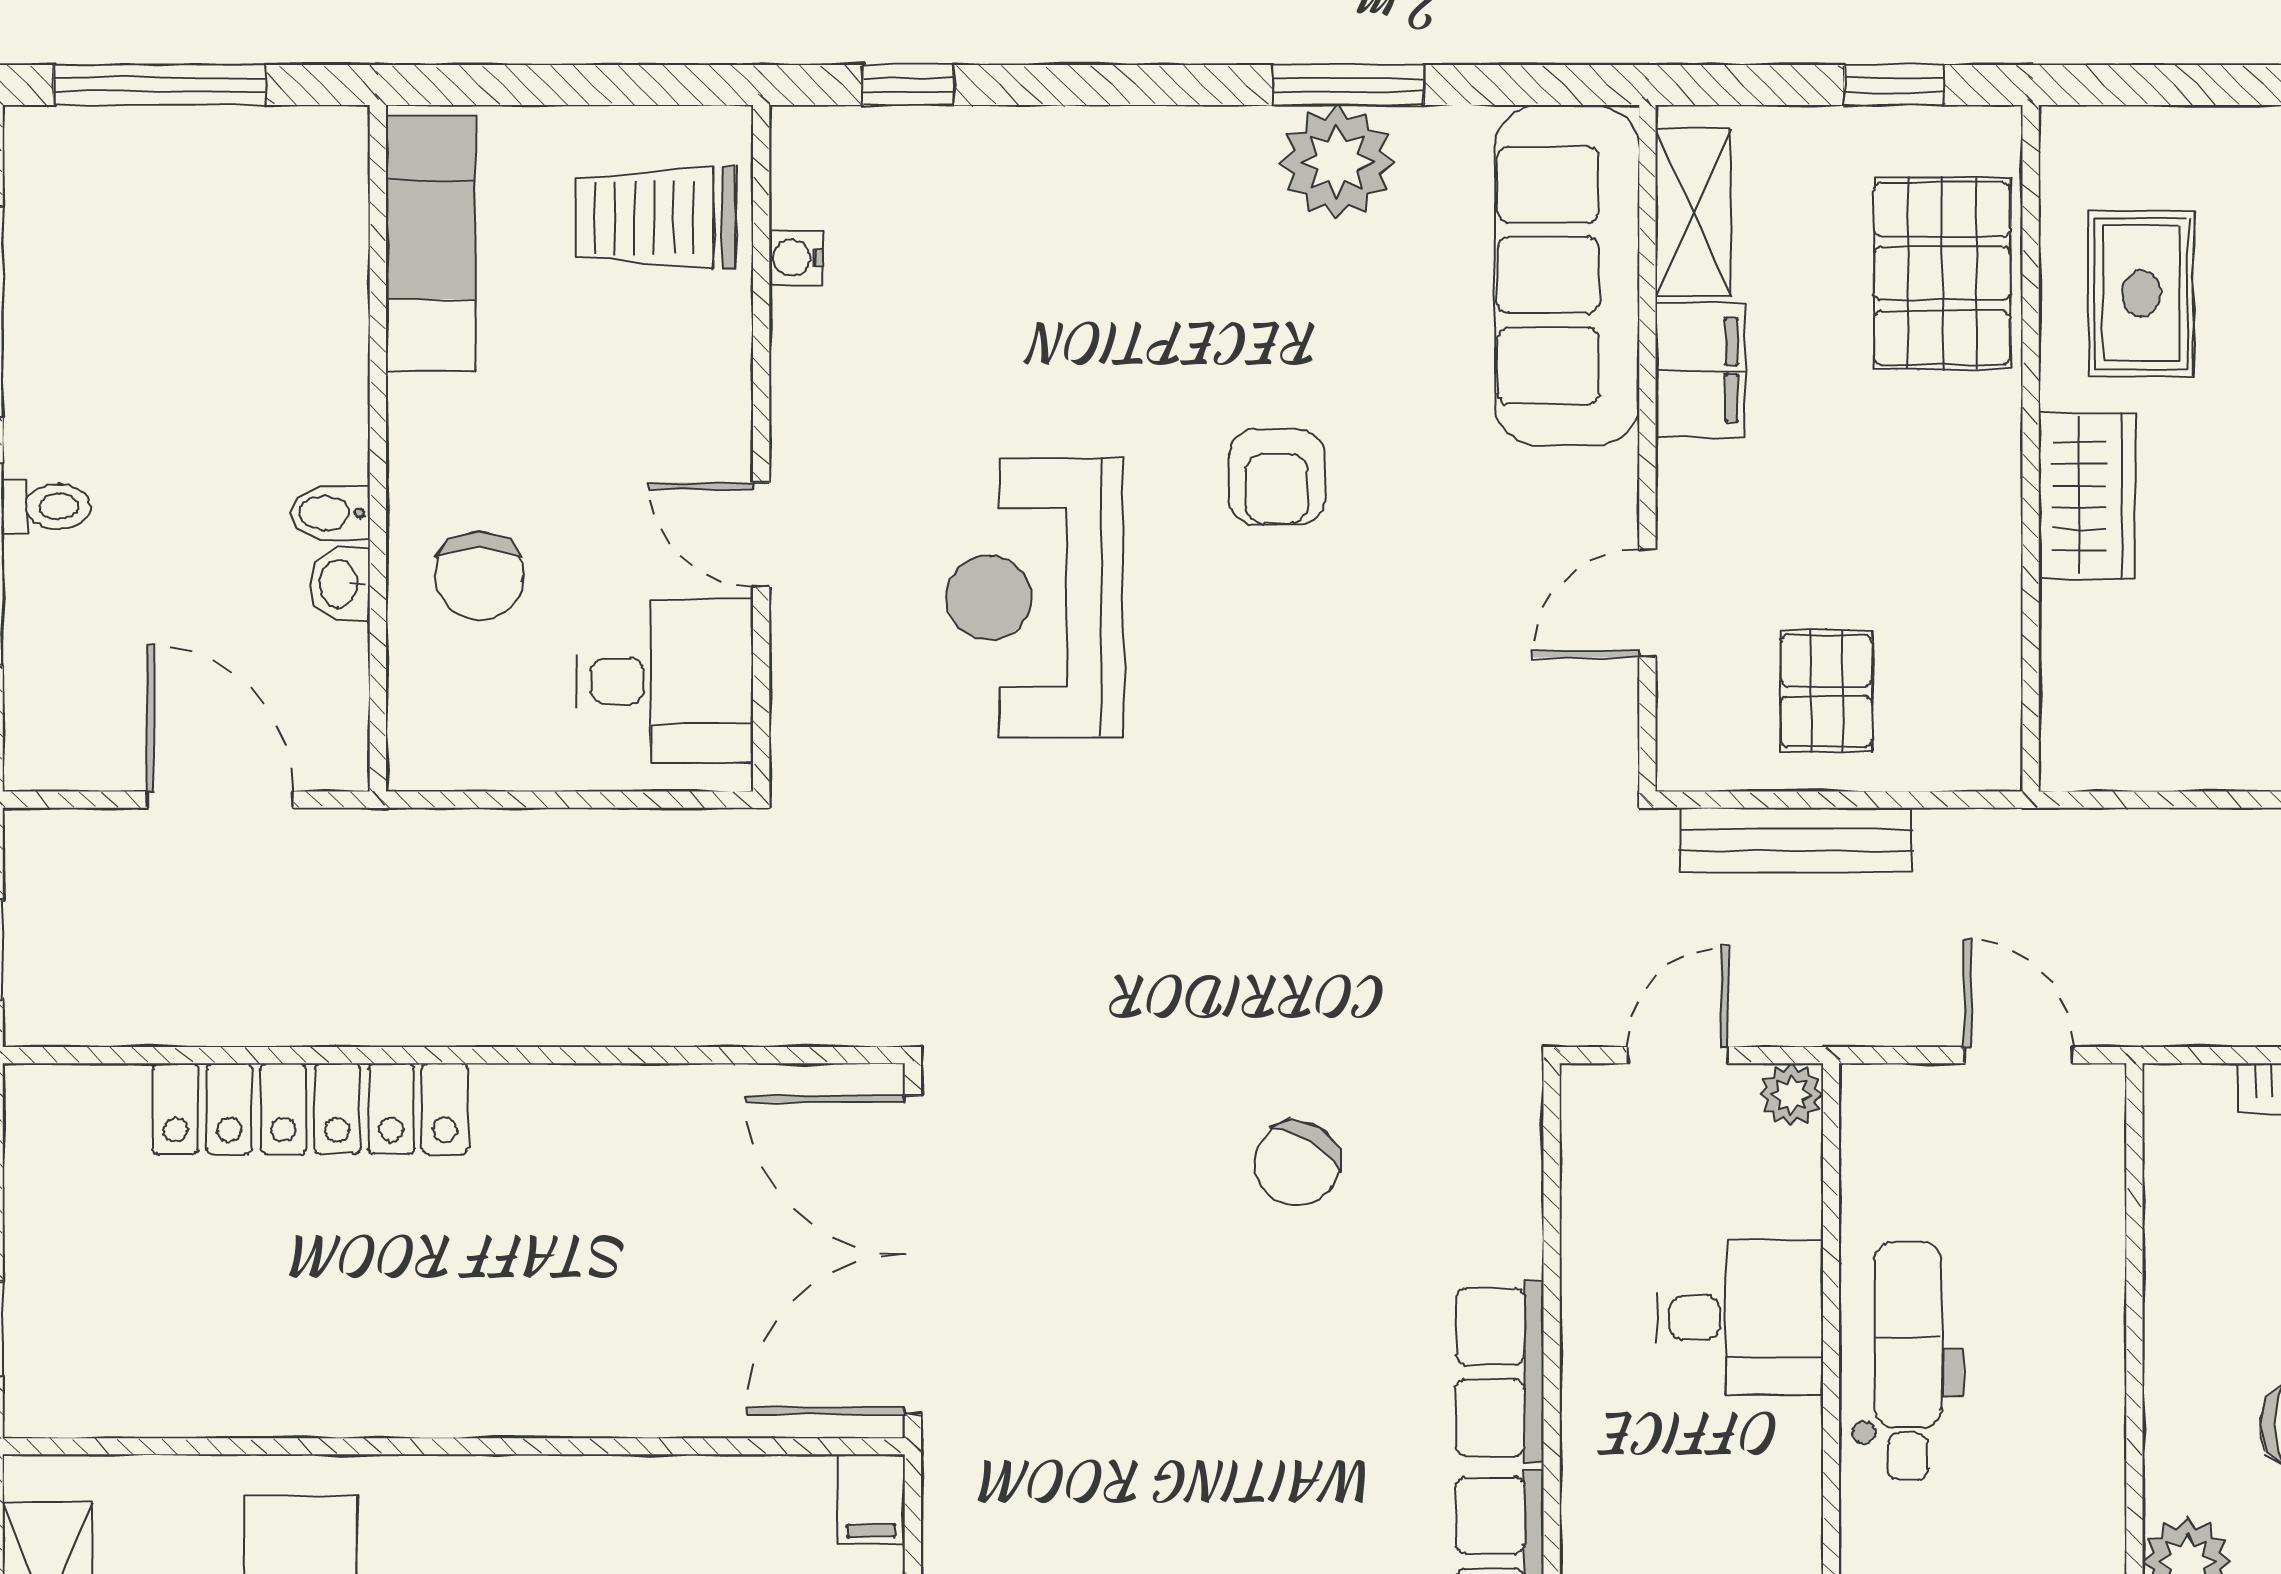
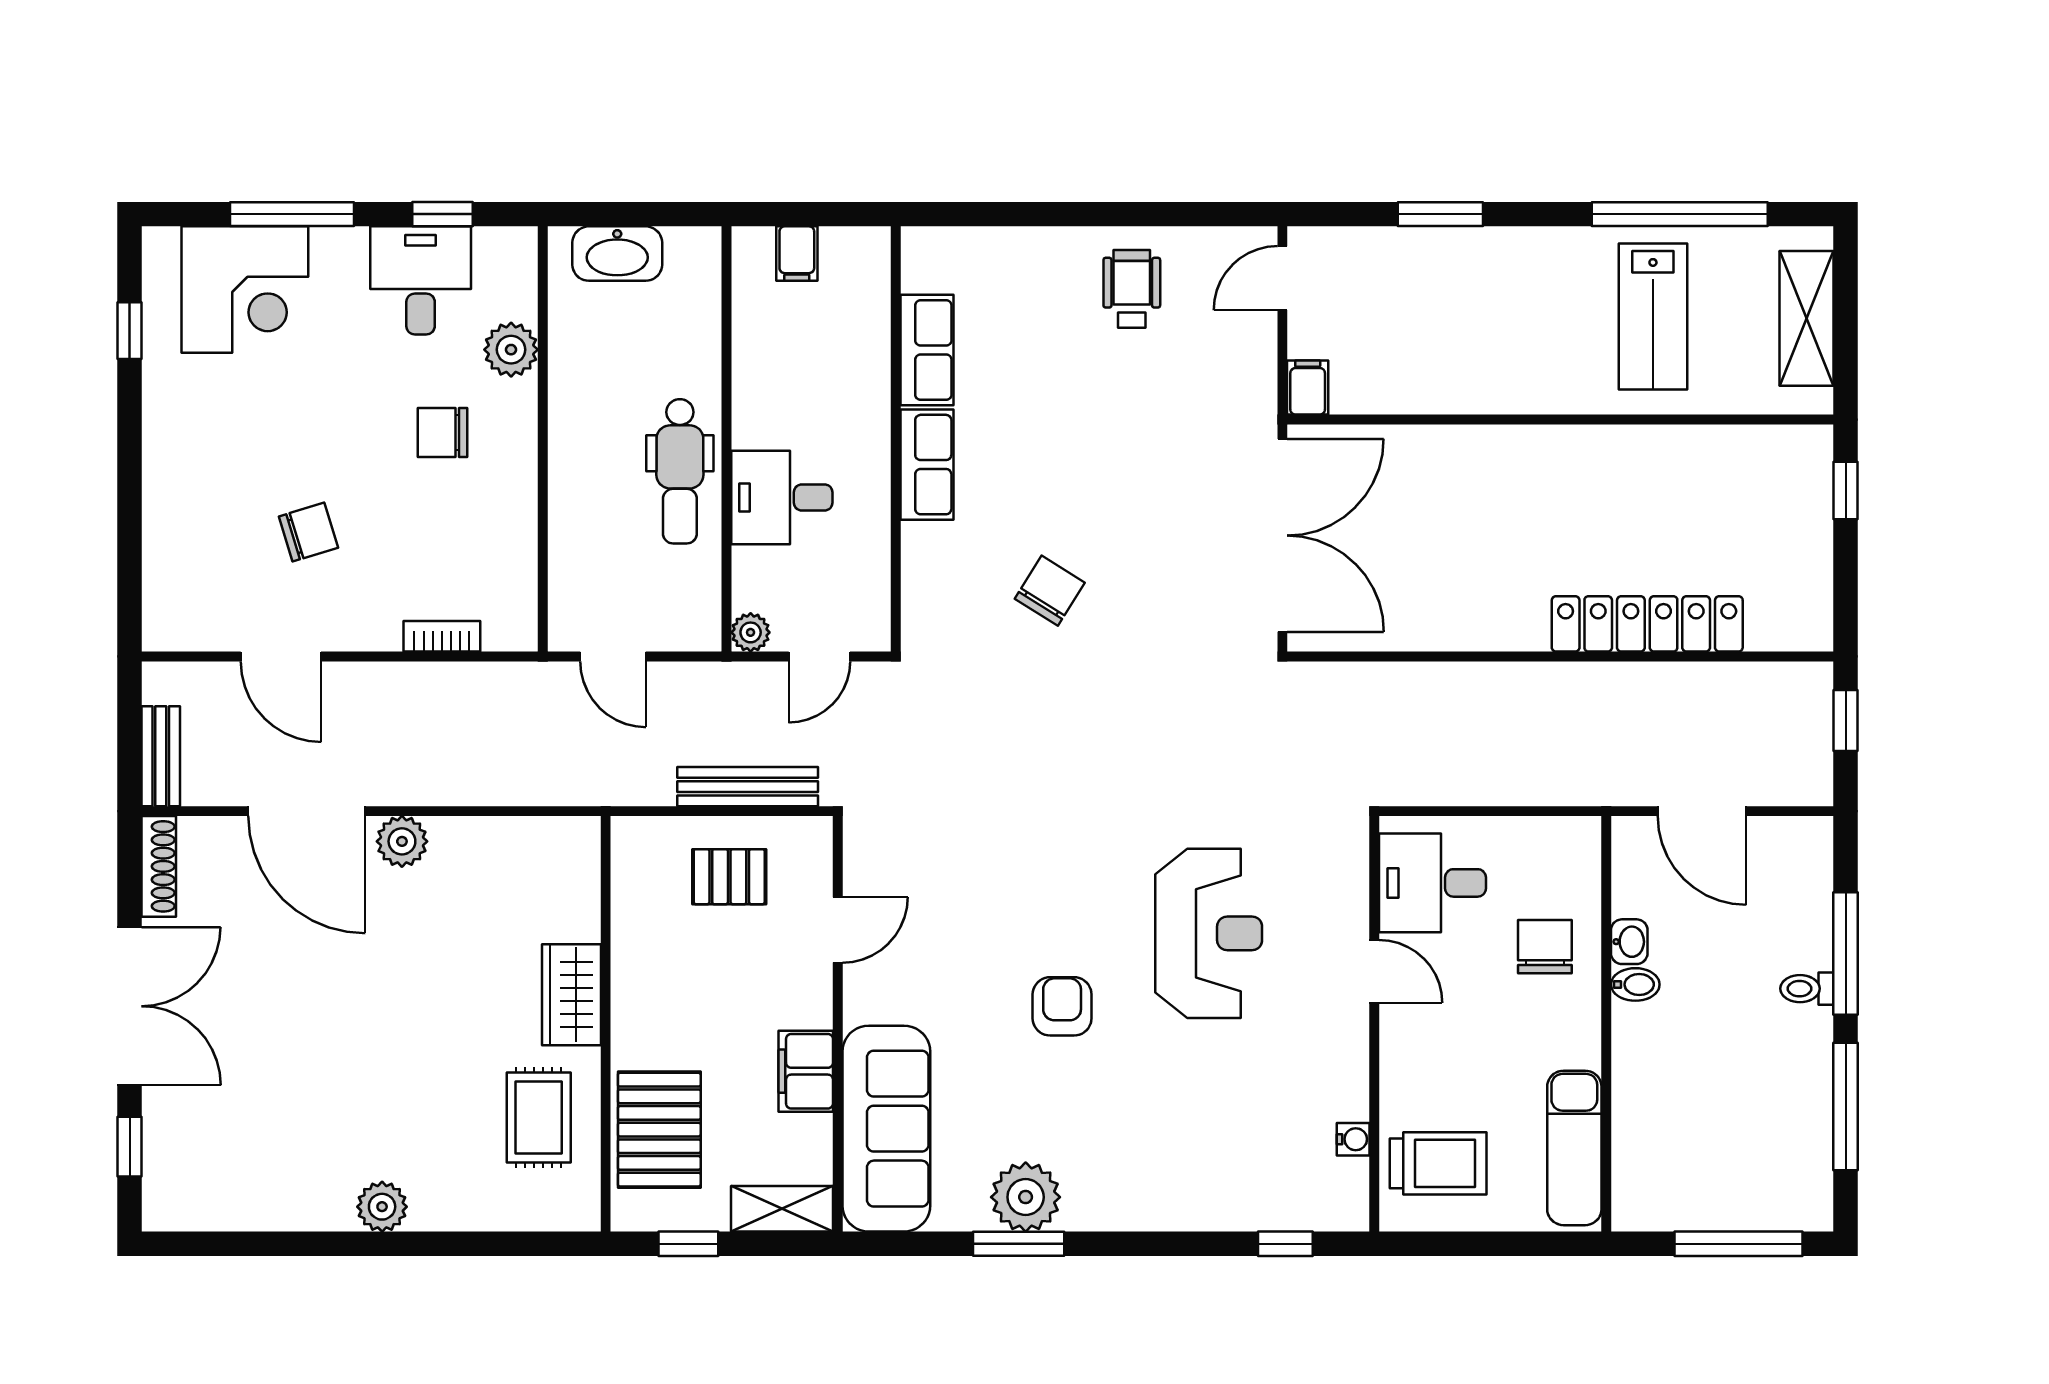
shelving: (1693, 212) -> (782, 1209), moved, turned 90
pallet: (1826, 691) -> (729, 877), turned 90

